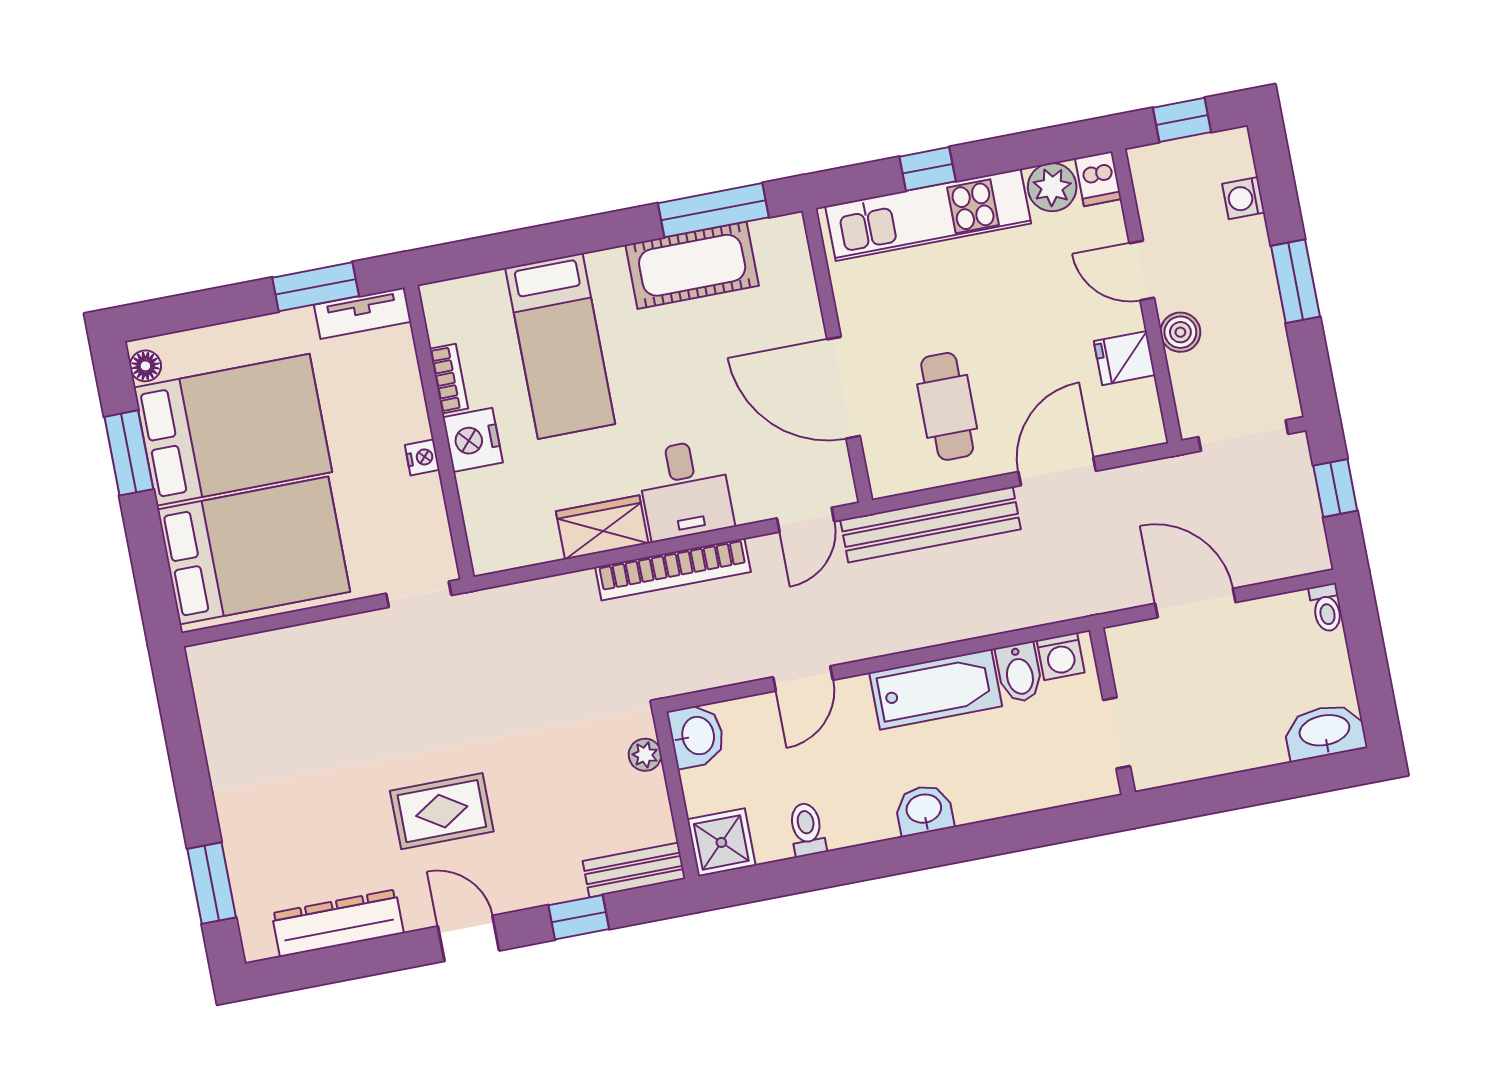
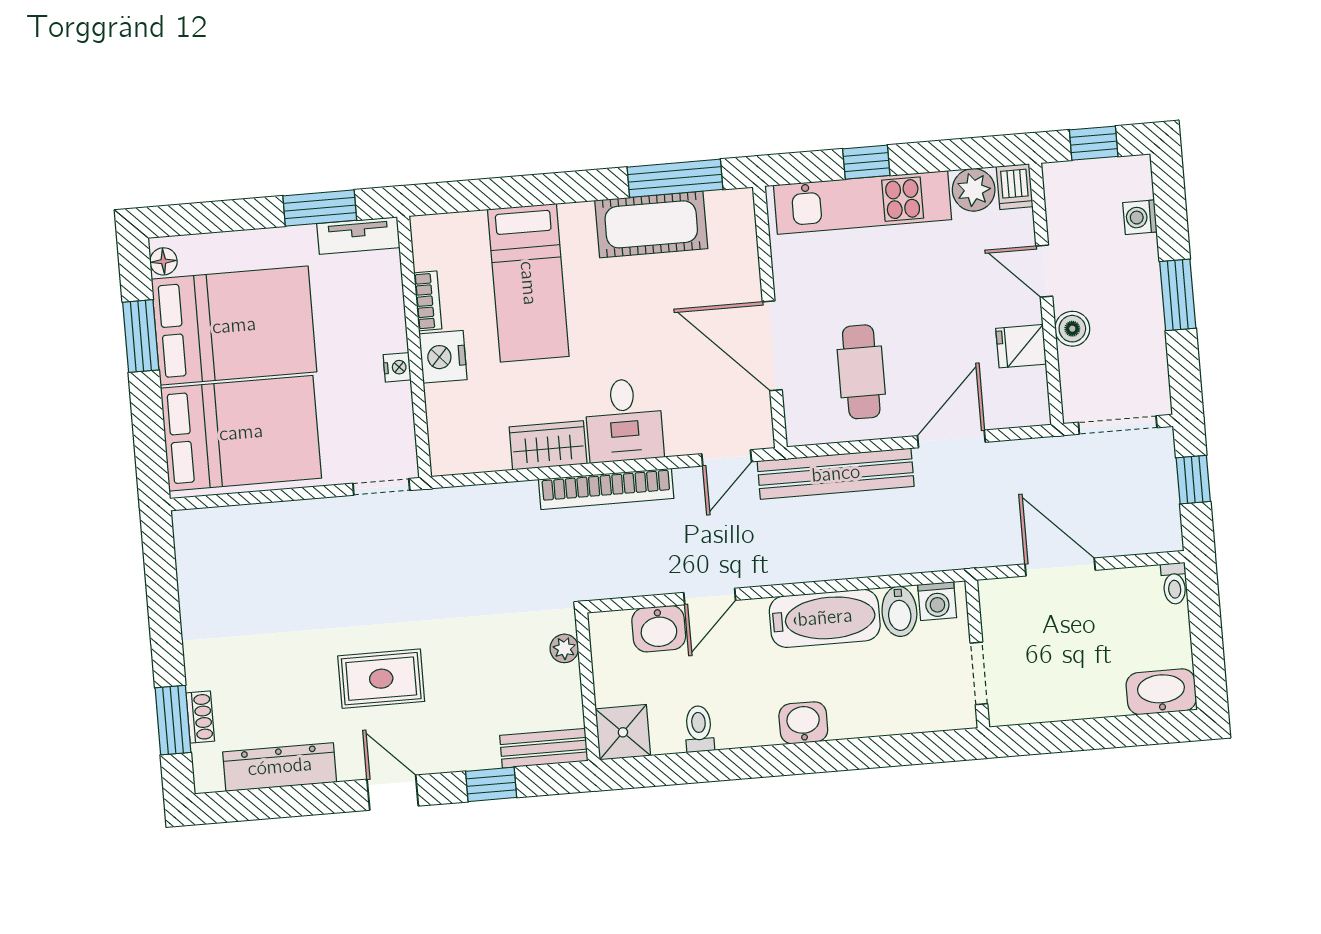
washbasin: (697, 736) -> (659, 629), moved, turned 90
shoe rack: (242, 876) -> (200, 717), added

